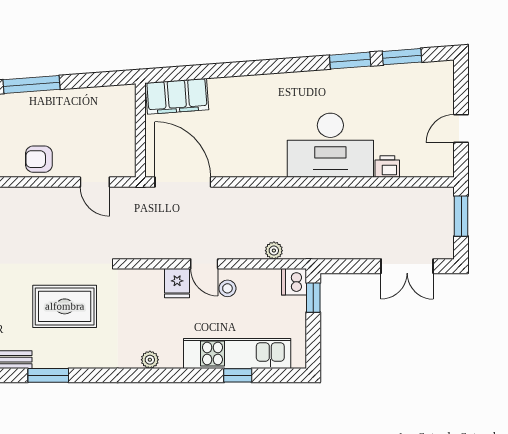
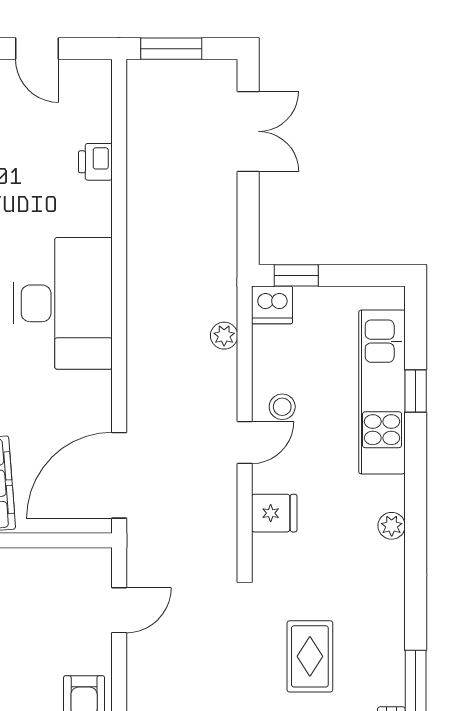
desk: (330, 145) -> (63, 303), moved
fridge: (177, 283) -> (274, 513), moved
rug: (65, 306) -> (310, 656), width x0.73, depth x0.70

